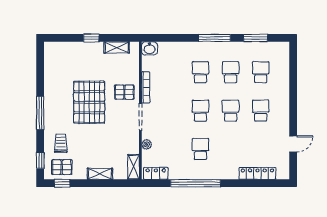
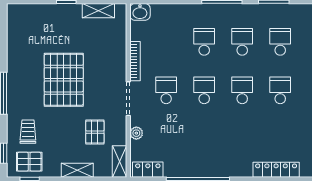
pallet: (124, 92) -> (95, 132), moved, turned 90
school desk: (200, 149) -> (166, 90), moved

